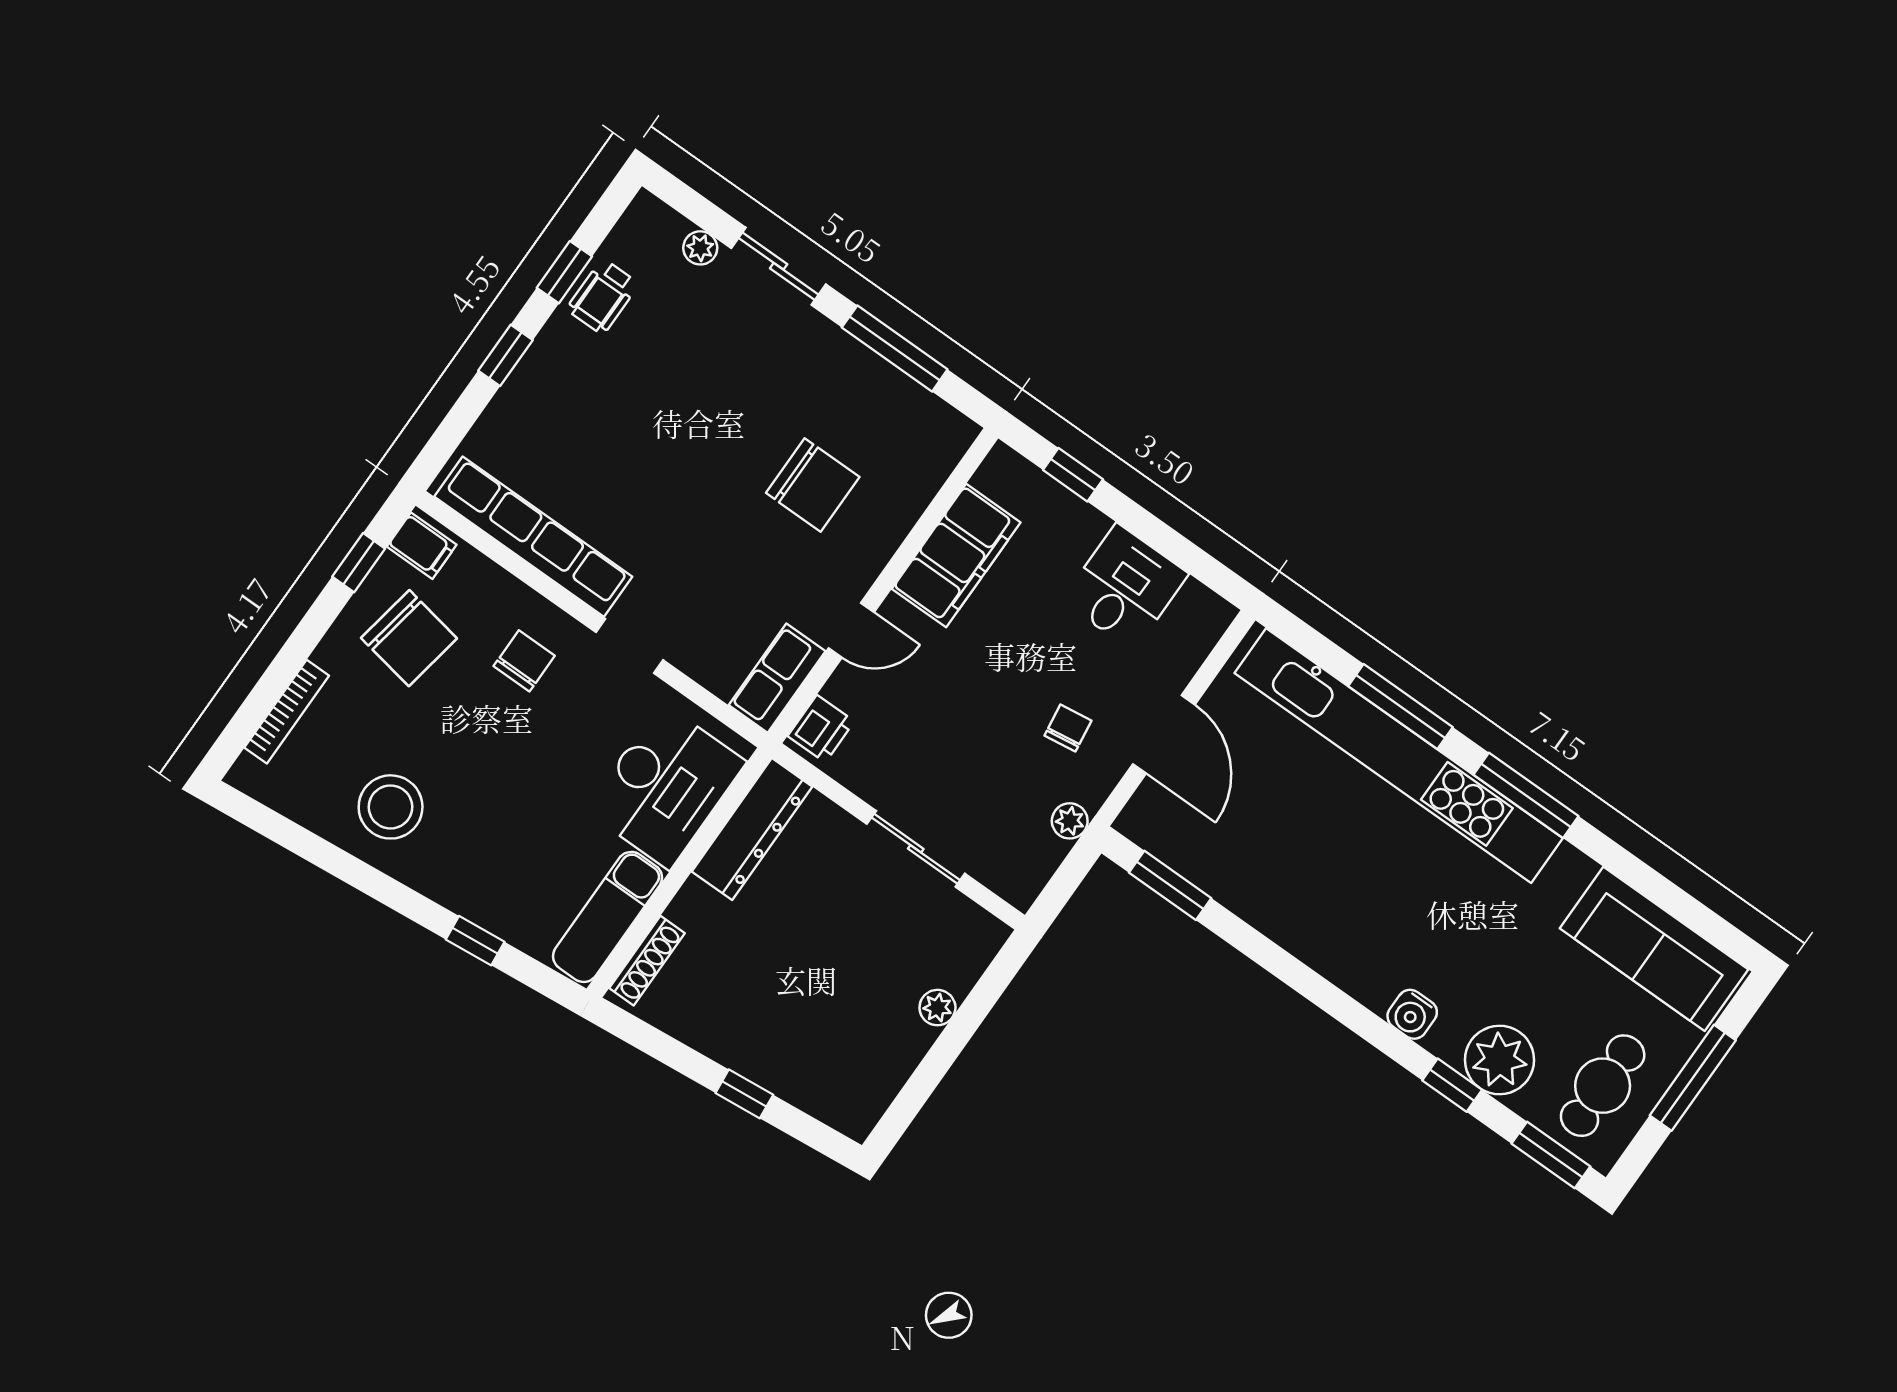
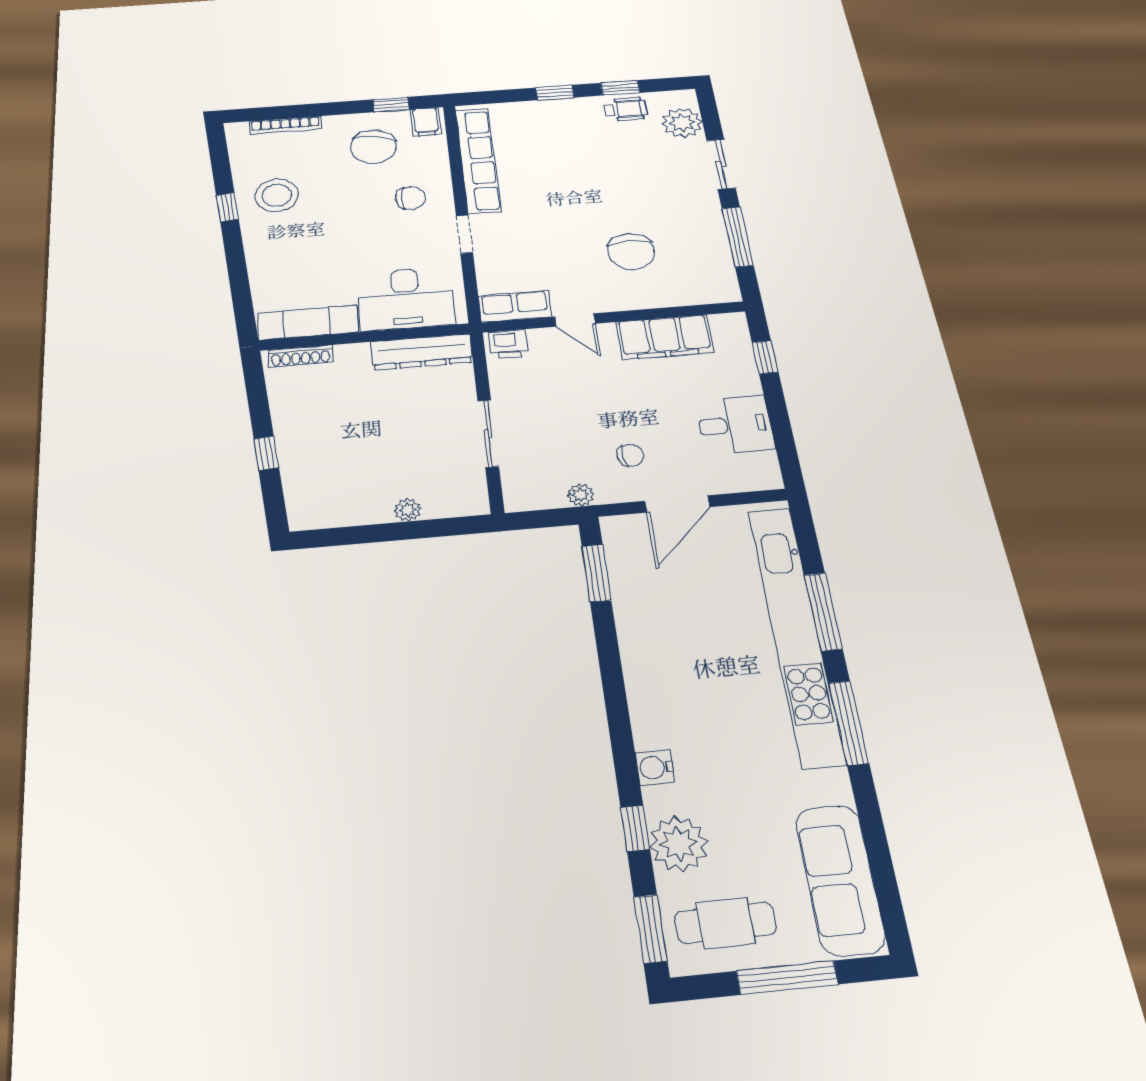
plant: (700, 248) -> (682, 123), width x1.88, depth x1.88
wheelchair: (603, 297) -> (626, 109), turned 180
window: (475, 941) -> (227, 207), moved

